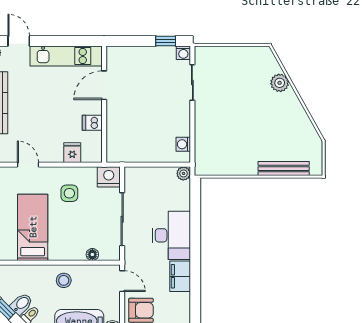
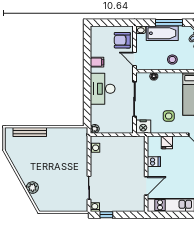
filing cabinet: (180, 276) -> (97, 62), width x0.50

